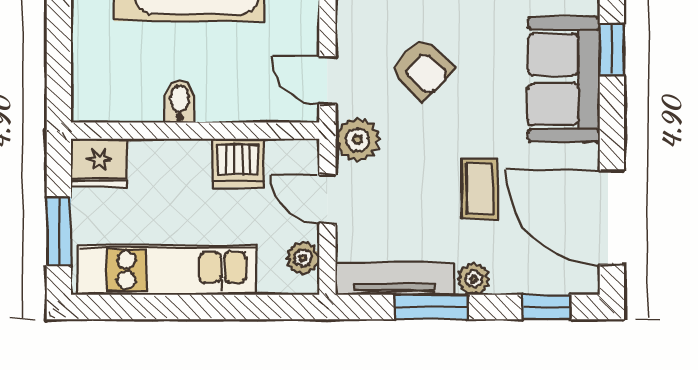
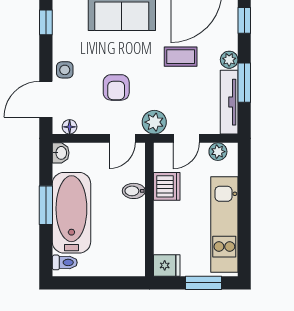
armchair: (422, 69) -> (116, 87), turned 135
bidet: (180, 102) -> (134, 191), moved
fridge: (99, 163) -> (167, 265), width x0.72

